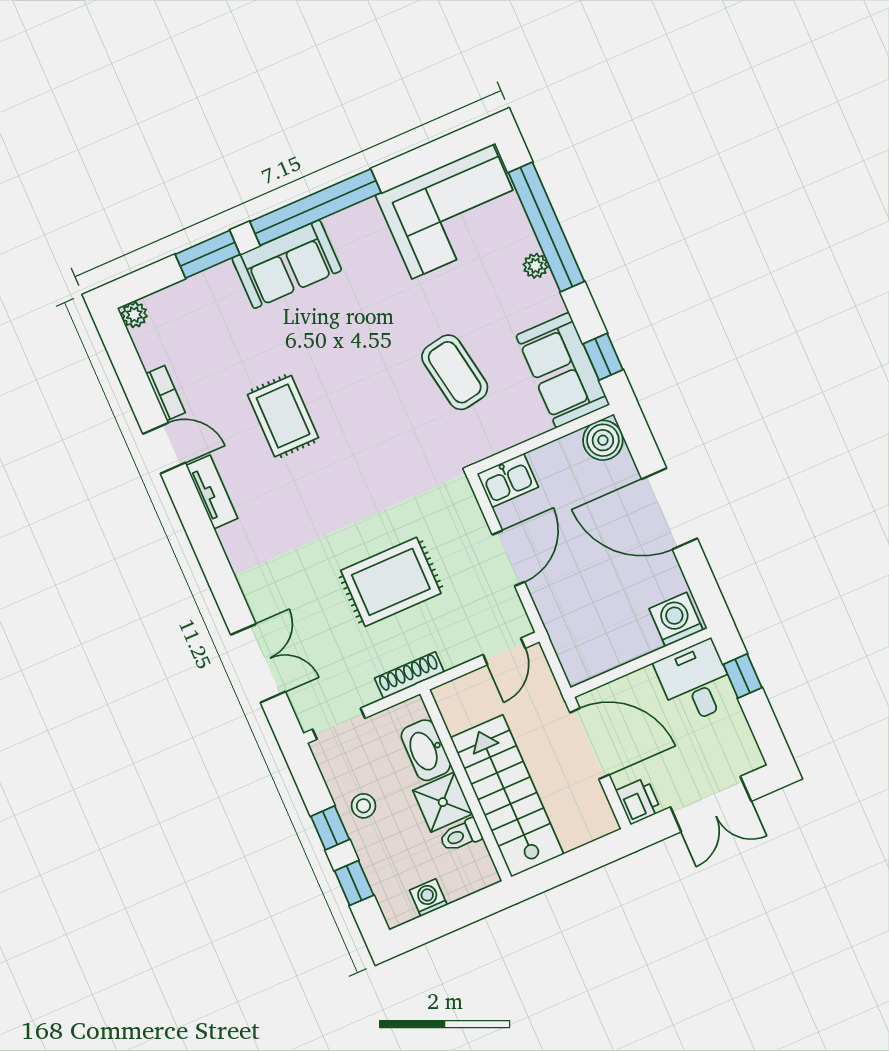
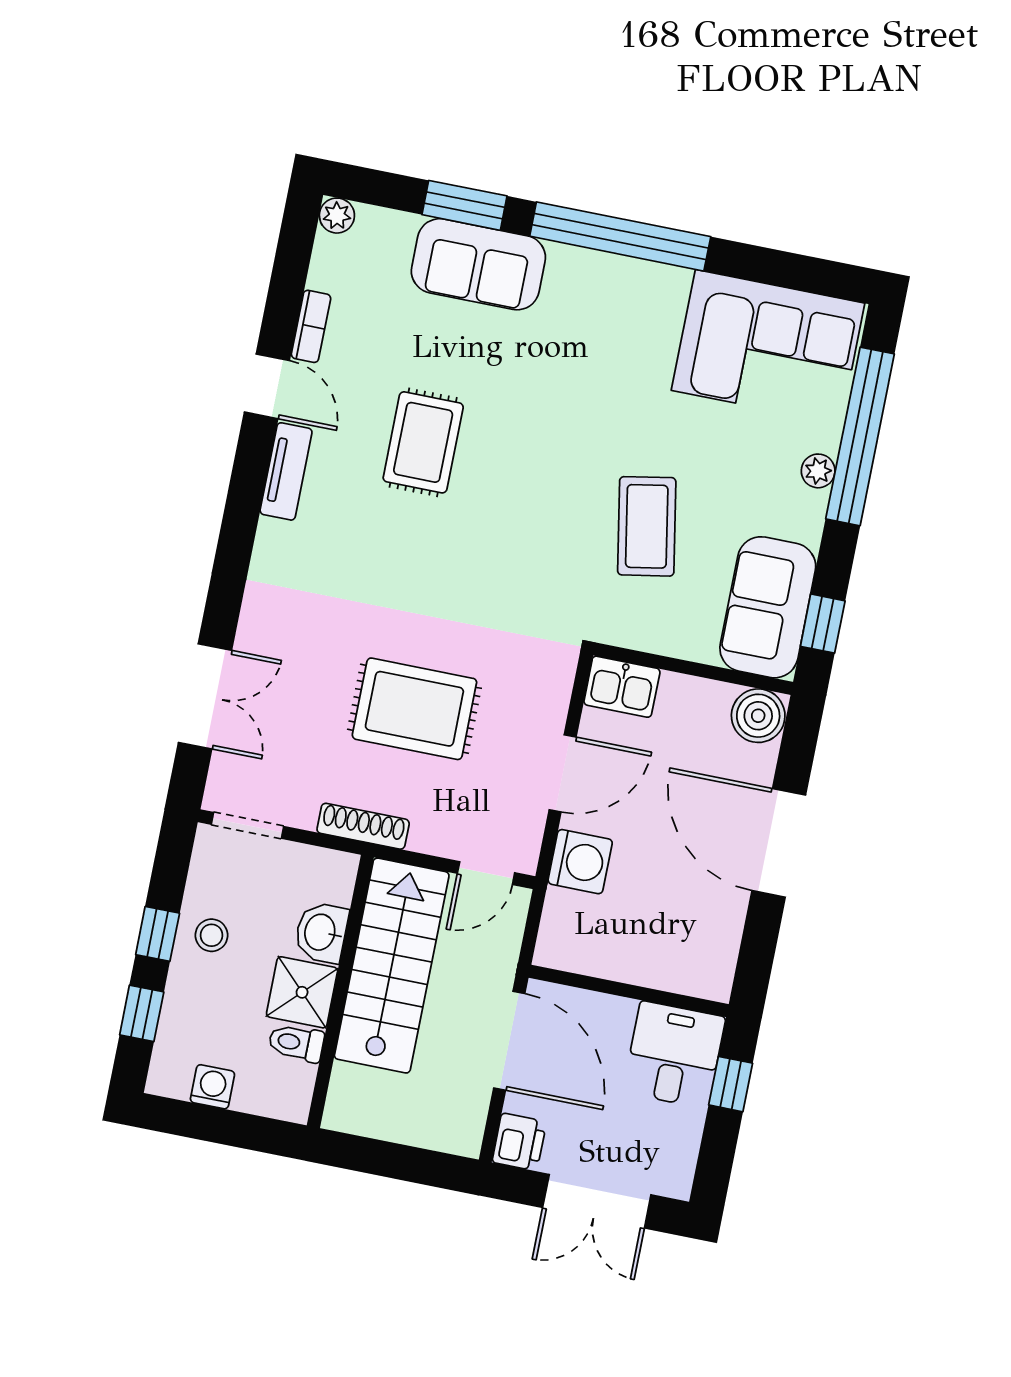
sofa: (287, 264) -> (478, 264), moved
washing machine: (676, 619) -> (580, 862), moved, turned 90
washbasin: (426, 750) -> (321, 932), width x0.72
stairs: (507, 796) -> (392, 966), moved

